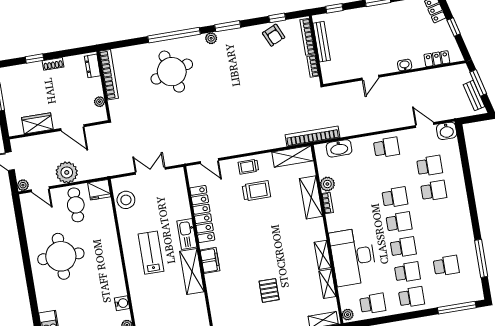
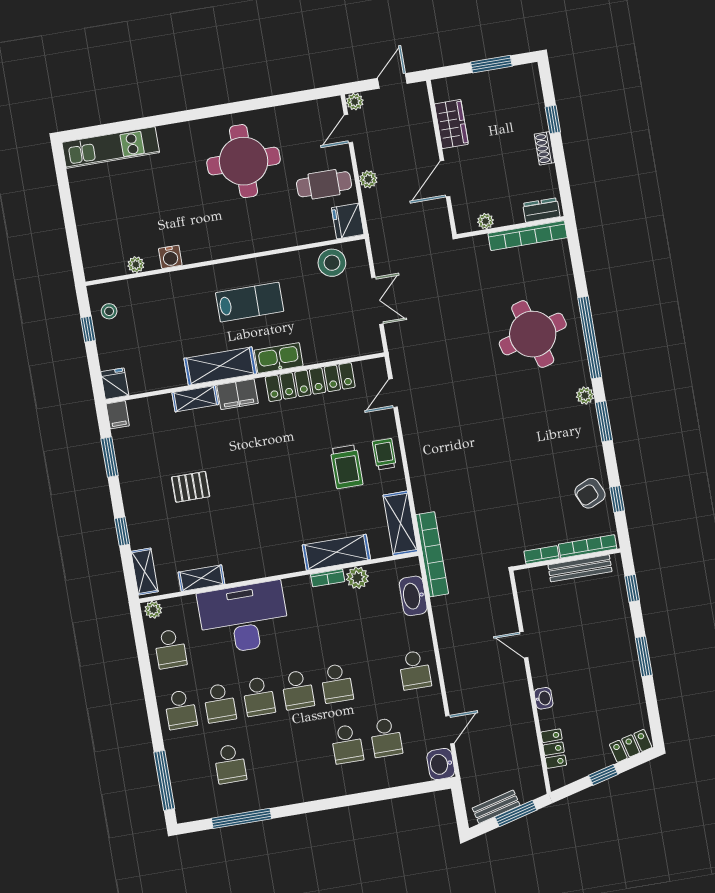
plant: (67, 172) -> (368, 179), width x0.53, depth x0.53
shelving: (323, 255) -> (195, 399), moved

